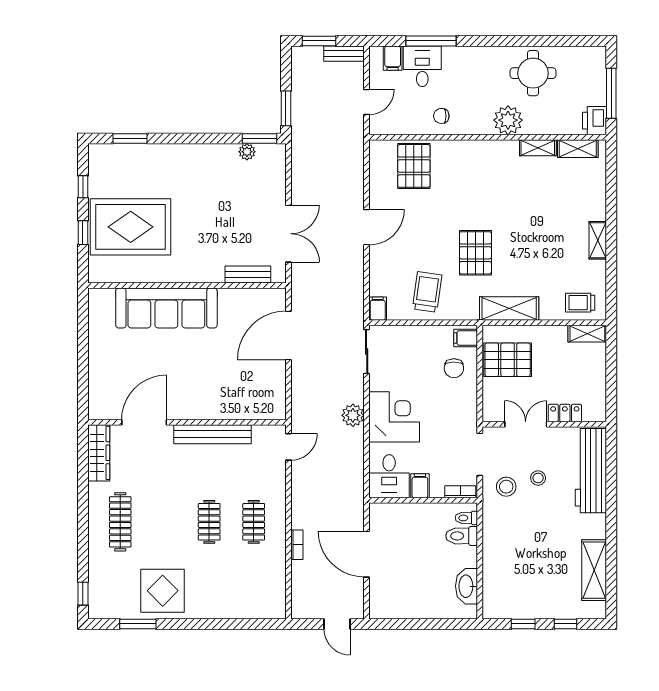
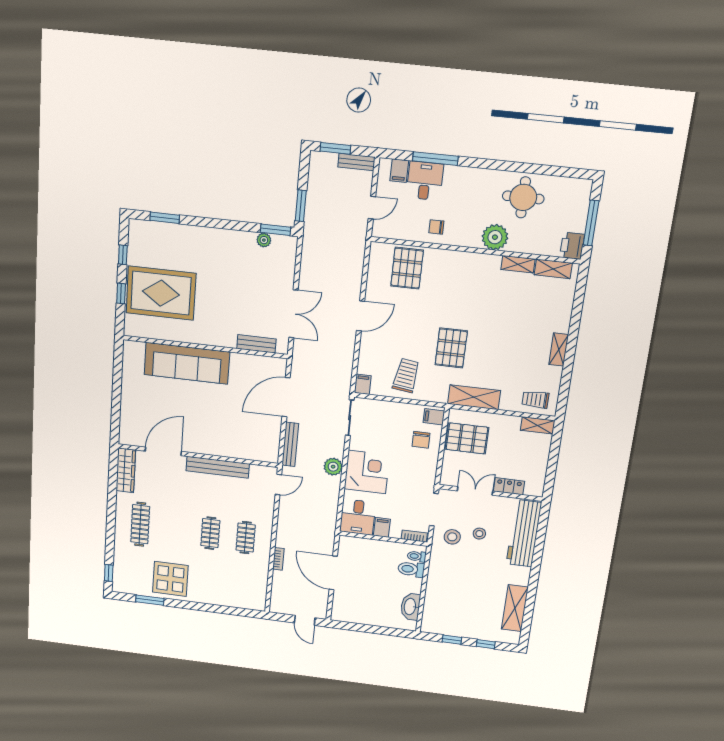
bench: (299, 394) -> (290, 444), added

